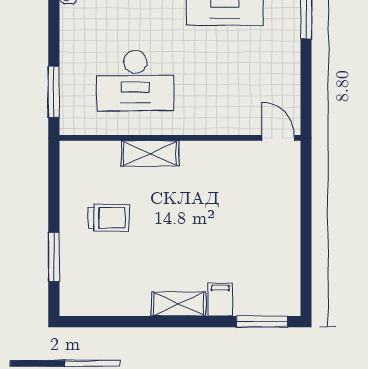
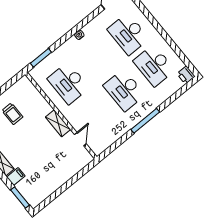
door: (278, 138) -> (80, 139), moved
shelving: (150, 154) -> (58, 123), moved

